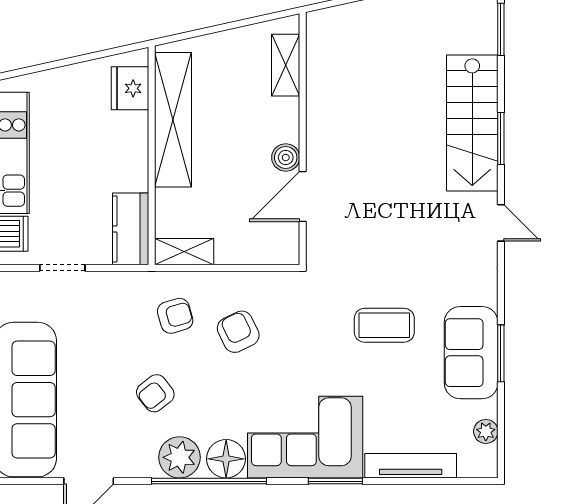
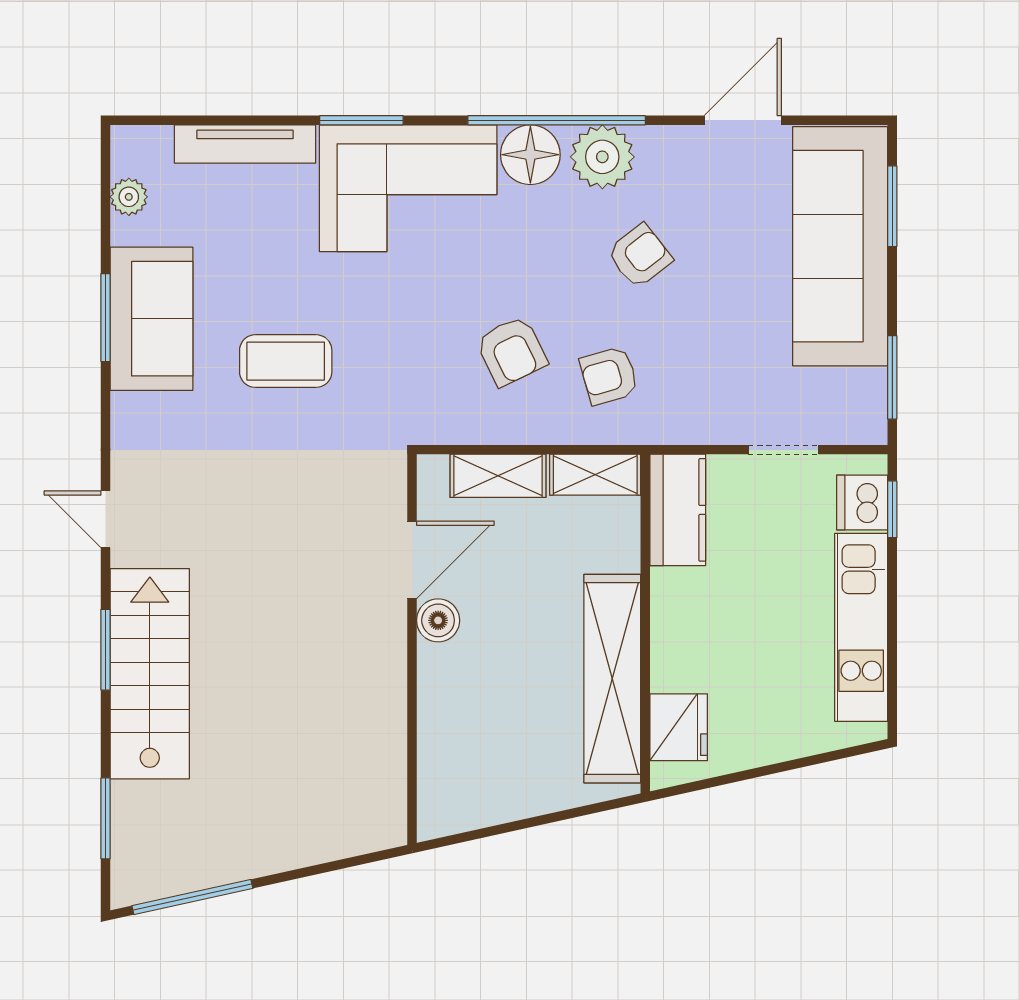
shelving: (286, 65) -> (498, 476), moved, turned 90

